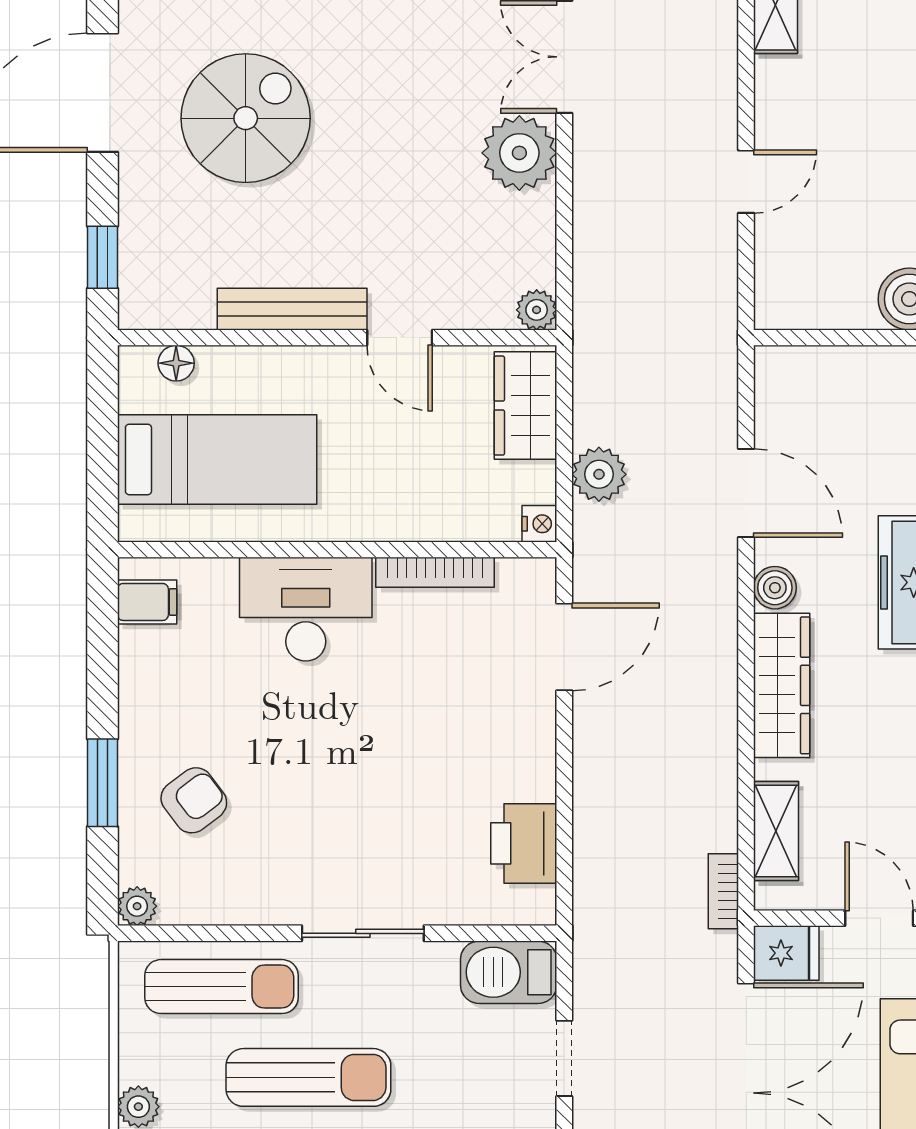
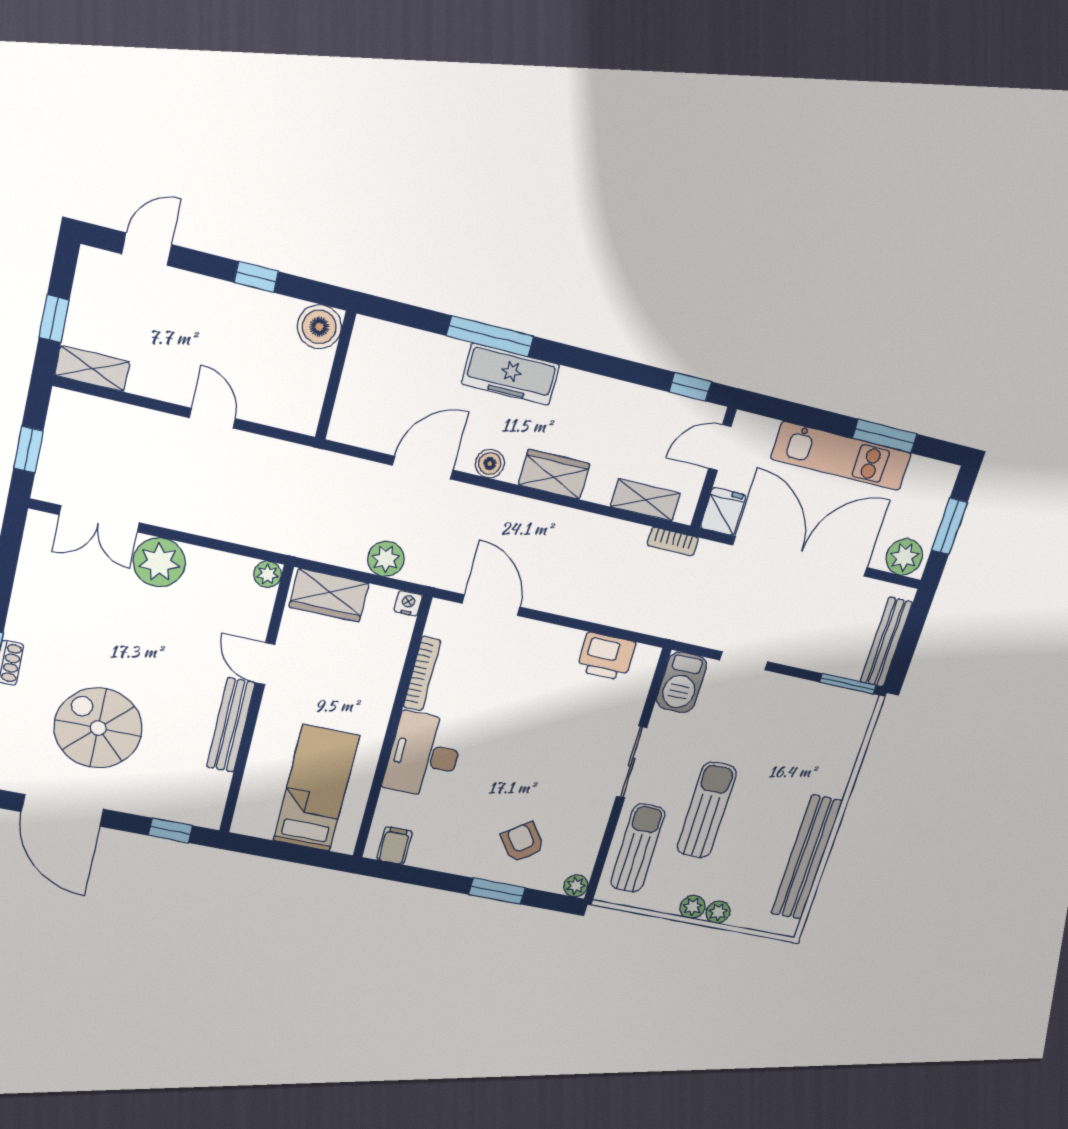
door: (400, 338) -> (265, 664), swing flipped
floor lamp: (176, 363) -> (249, 800), removed
wardrobe: (782, 685) -> (554, 474), width x0.67

